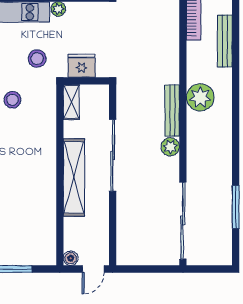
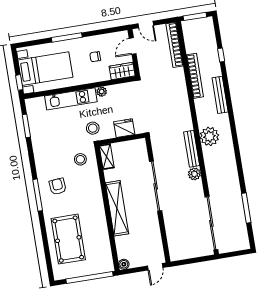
shelving: (71, 102) -> (107, 157), moved
wall: (60, 175) -> (107, 208), moved
shelving: (74, 177) -> (117, 208), moved
boiler: (71, 258) -> (124, 264), moved

